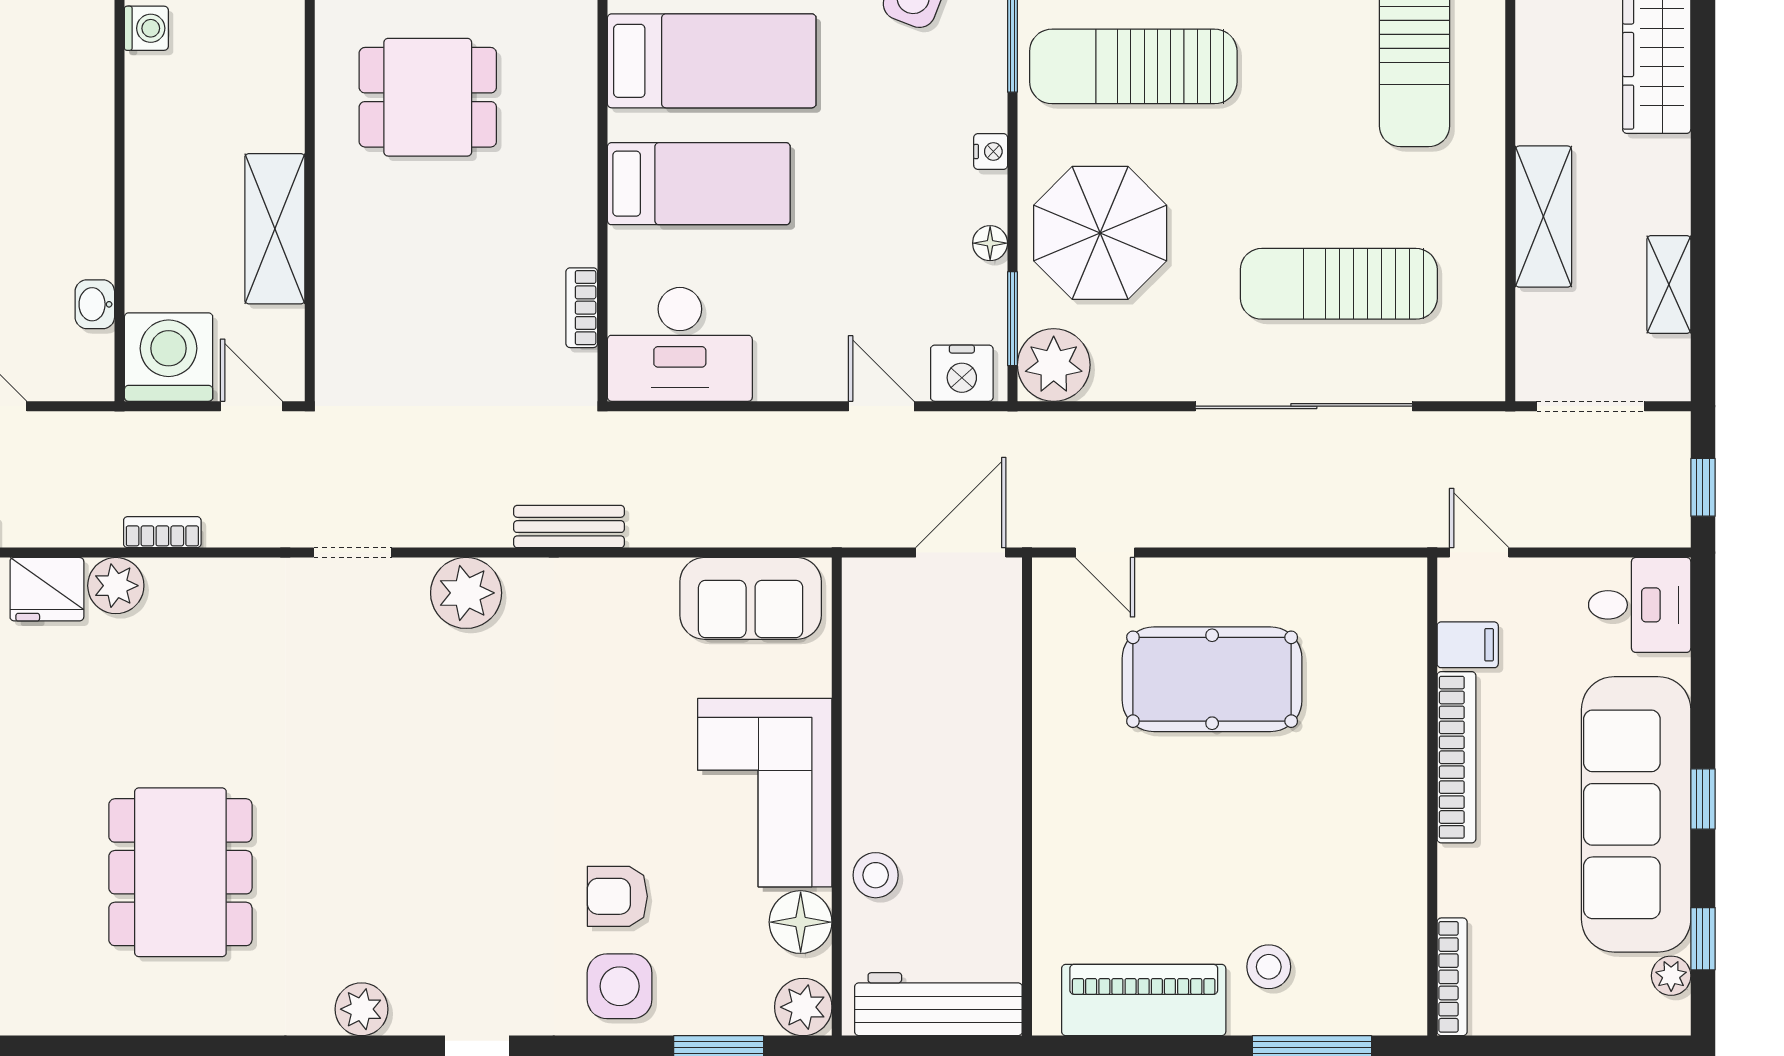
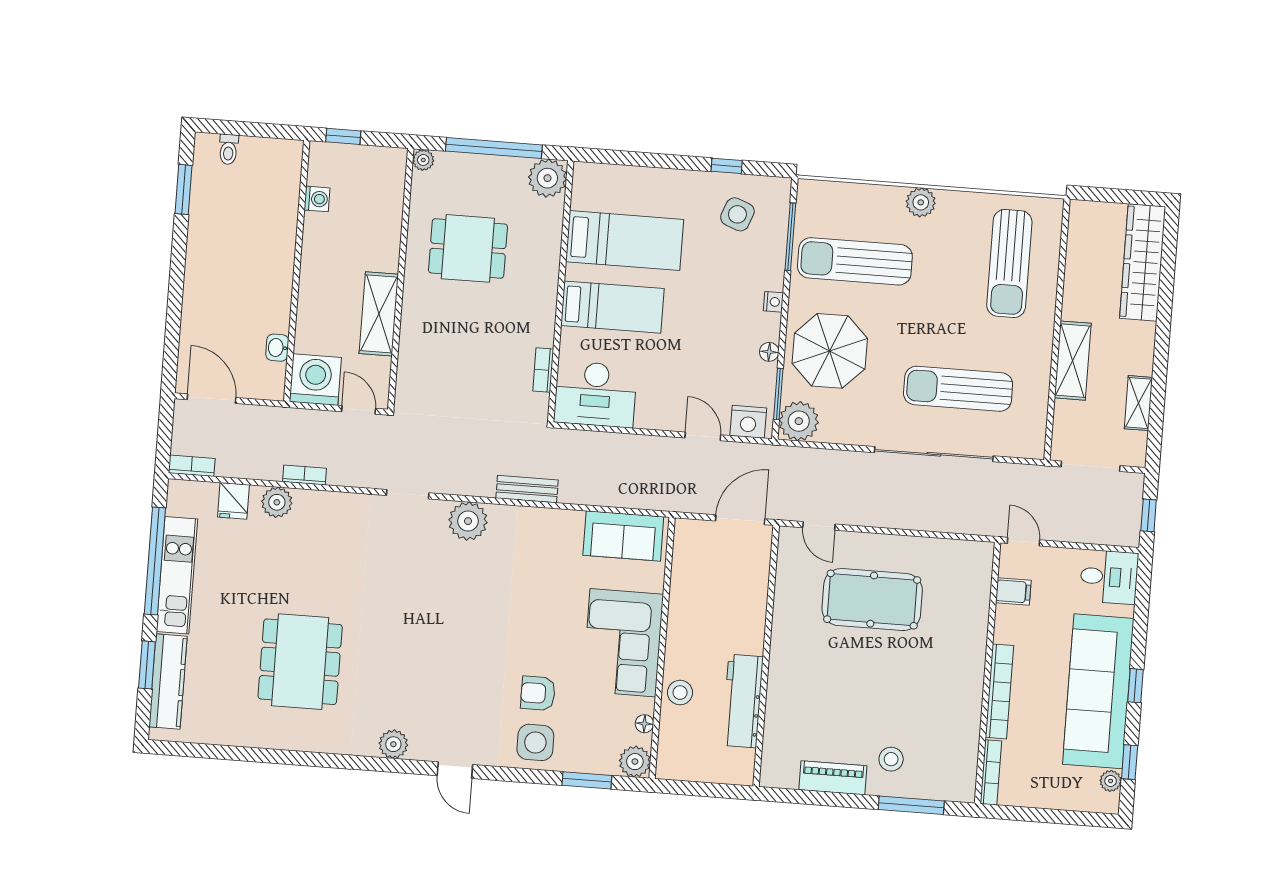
fridge: (47, 589) -> (233, 501), width x0.72
bookcase: (1456, 757) -> (999, 691), moved
floor lamp: (801, 922) -> (644, 724), width x0.53, depth x0.53
piano: (1144, 1000) -> (833, 778), width x0.73, depth x0.75
workbench: (938, 1004) -> (743, 701), moved, turned -90

